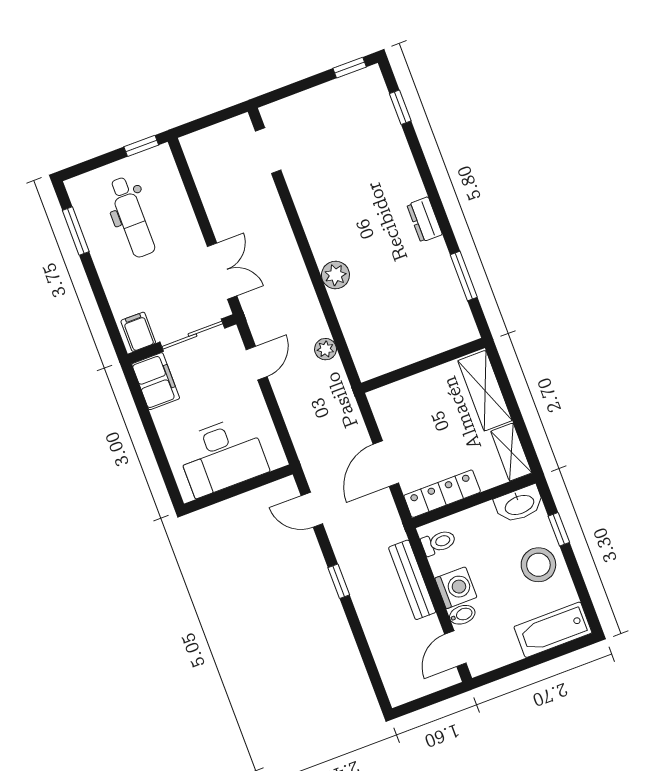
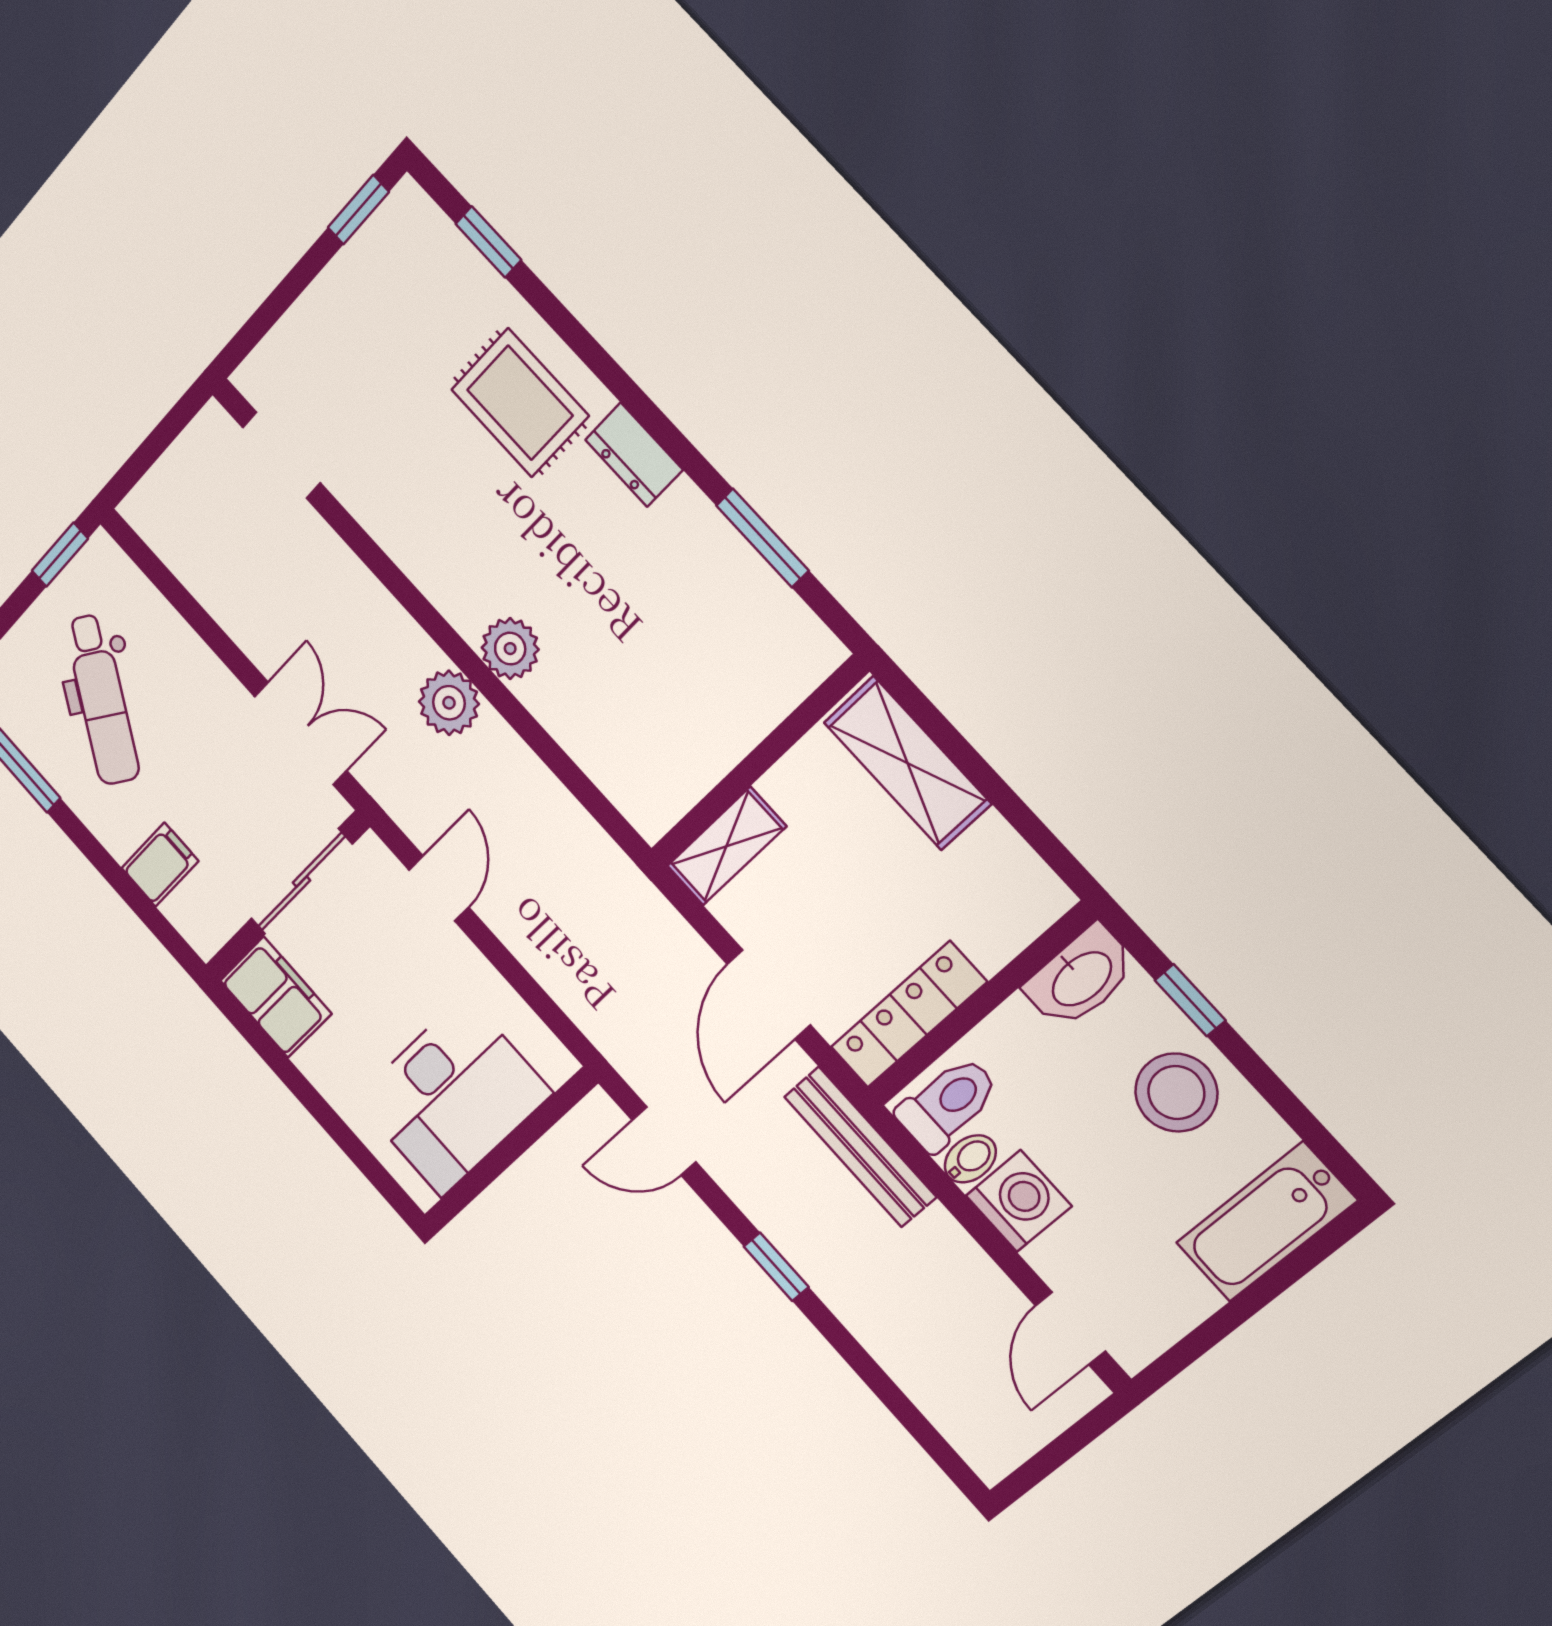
rug: (385, 177) -> (520, 403), added
dental chair: (132, 217) -> (102, 700), turned 32
filing cabinet: (138, 332) -> (160, 865), moved, turned 90
plant: (326, 349) -> (449, 703), moved, width x1.38, depth x1.38
shelving: (511, 452) -> (726, 846), moved, turned 90
toilet: (439, 542) -> (948, 1104), width x1.37, depth x1.39
bench: (412, 580) -> (860, 1147), moved
bidet: (462, 615) -> (970, 1159), moved

